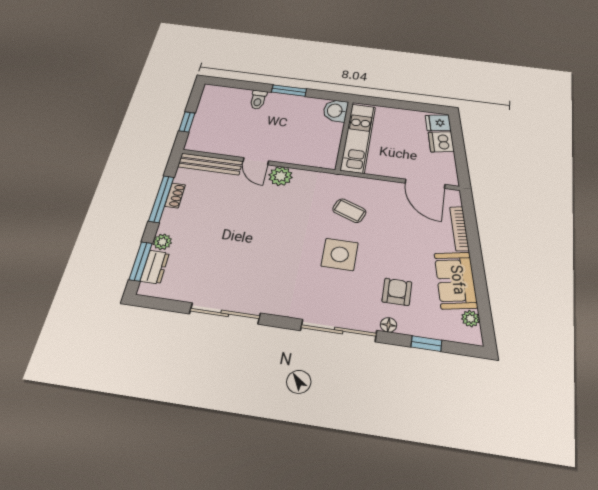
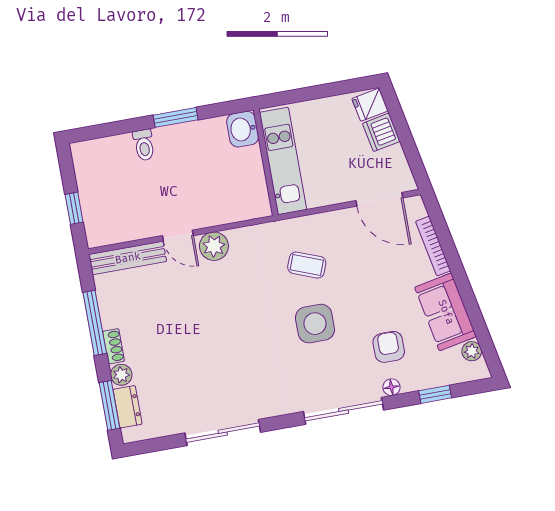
shoe rack: (175, 195) -> (114, 346), moved

